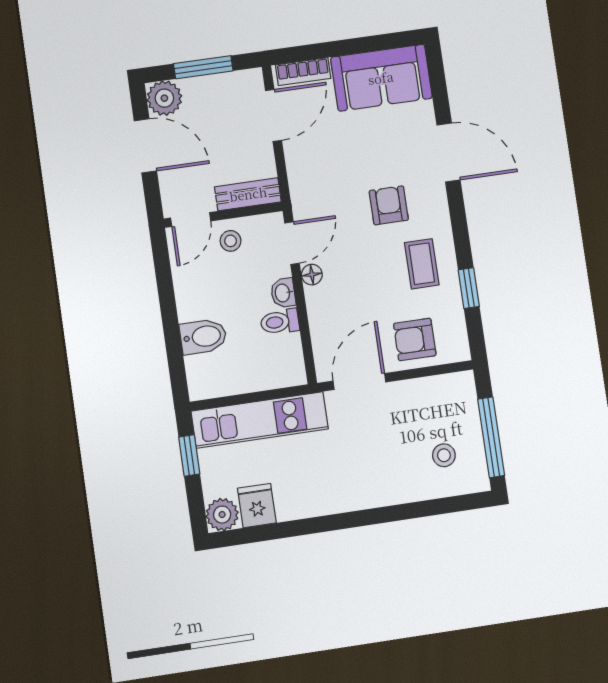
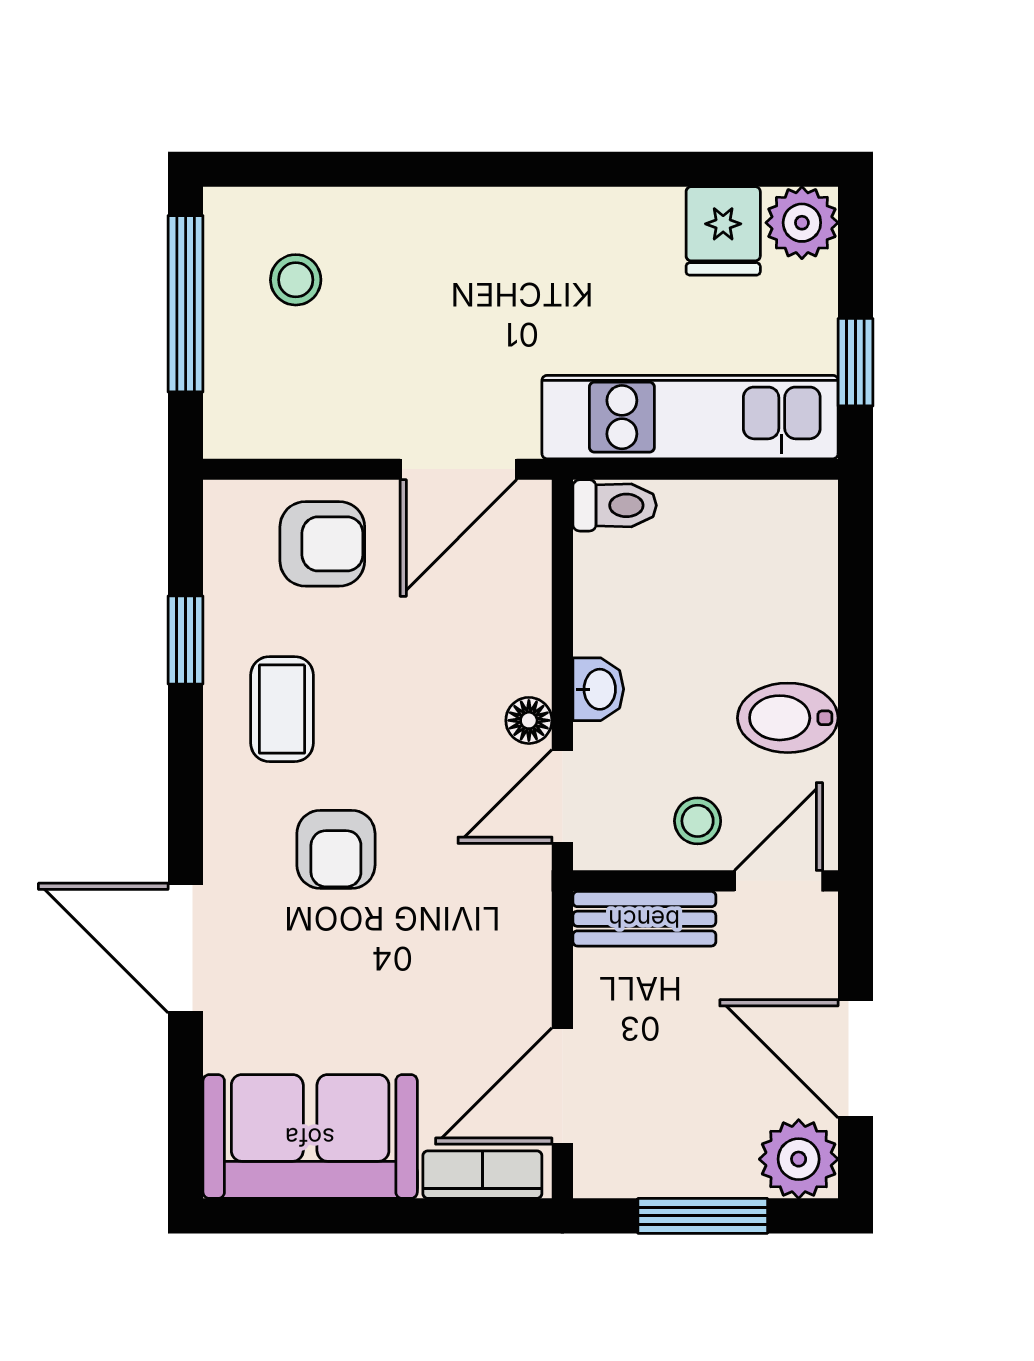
toilet: (280, 322) -> (615, 505), moved
bidet: (203, 337) -> (788, 718), moved

